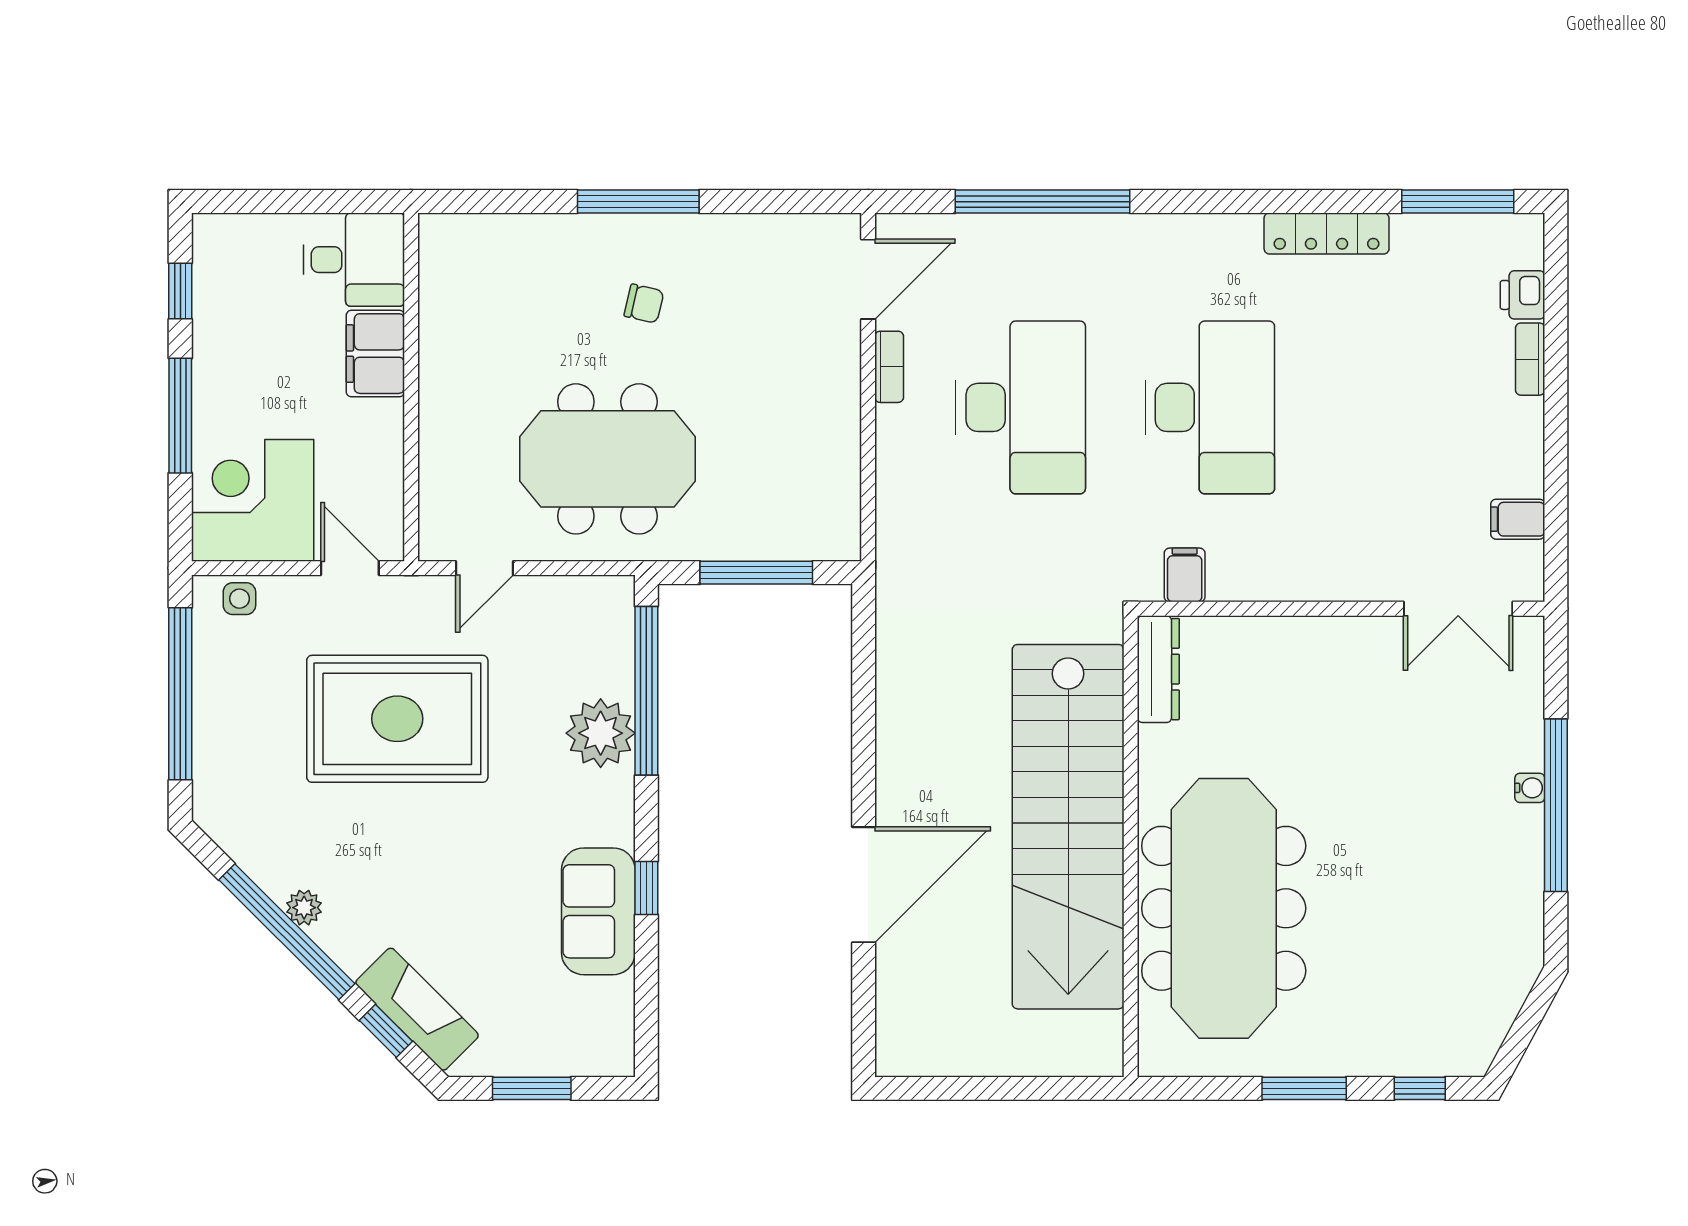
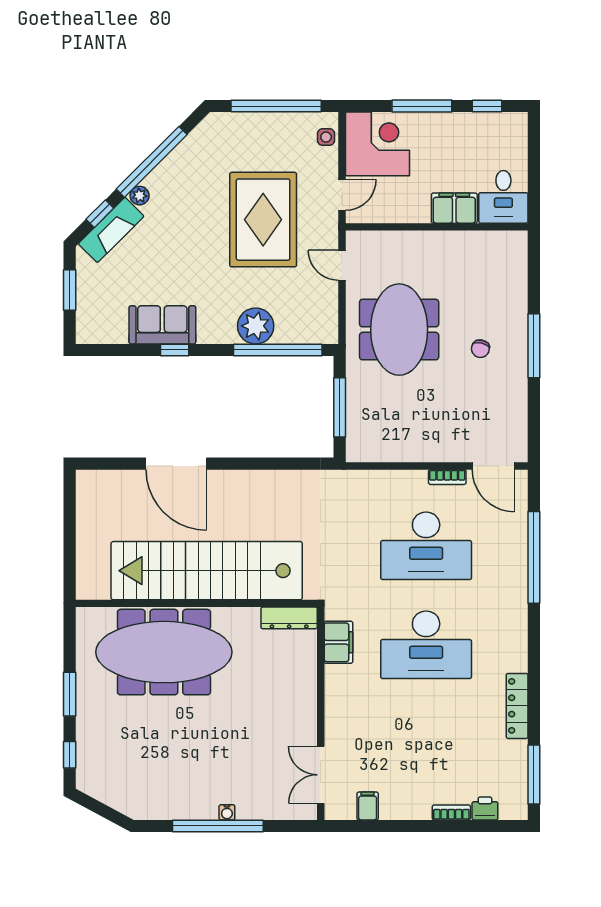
filing cabinet: (1185, 575) -> (338, 642), width x2.00
plant: (304, 908) -> (140, 196), moved

